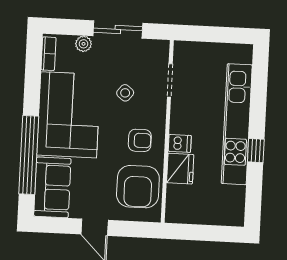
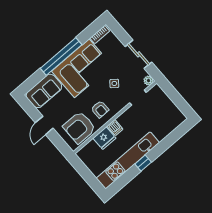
plant: (83, 44) -> (148, 81), moved
kitchen unit: (237, 124) -> (128, 160), moved
window: (29, 155) -> (61, 57), moved

